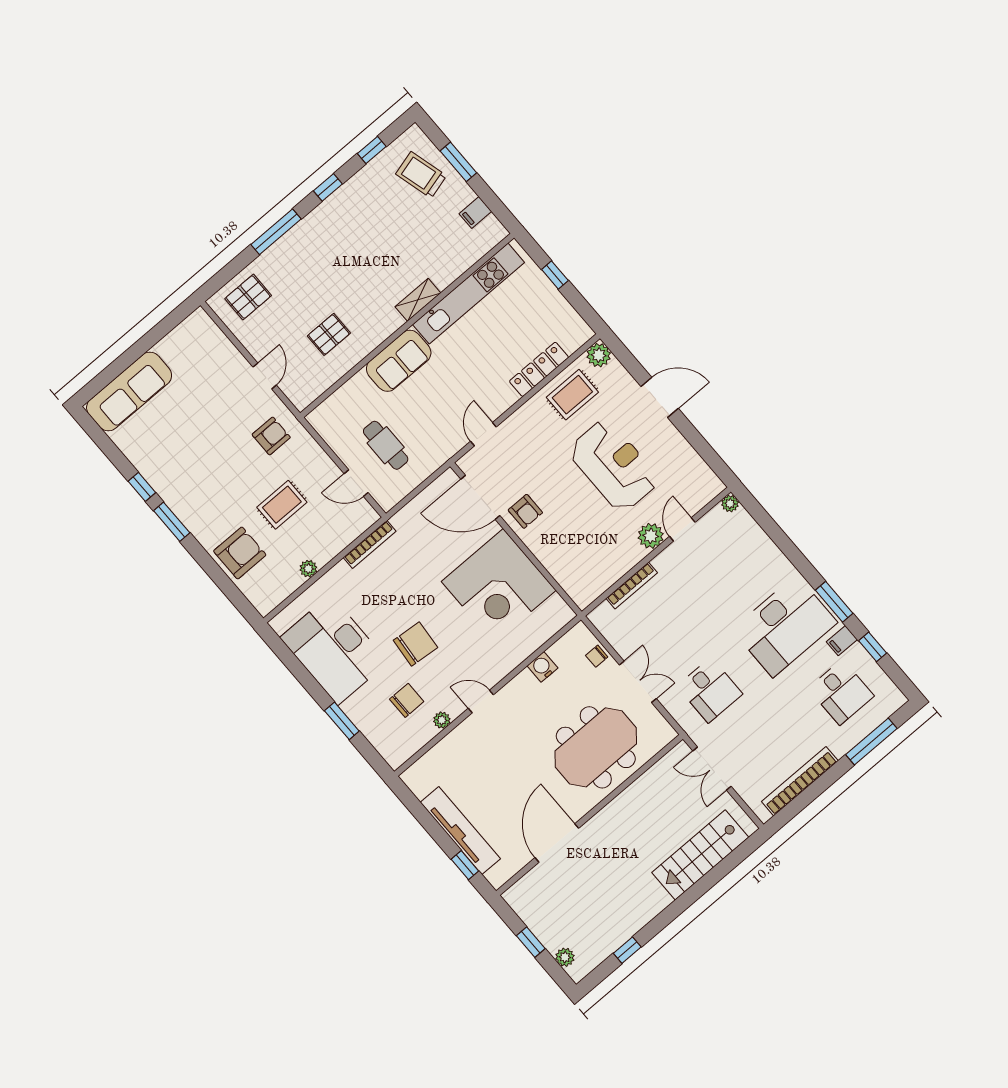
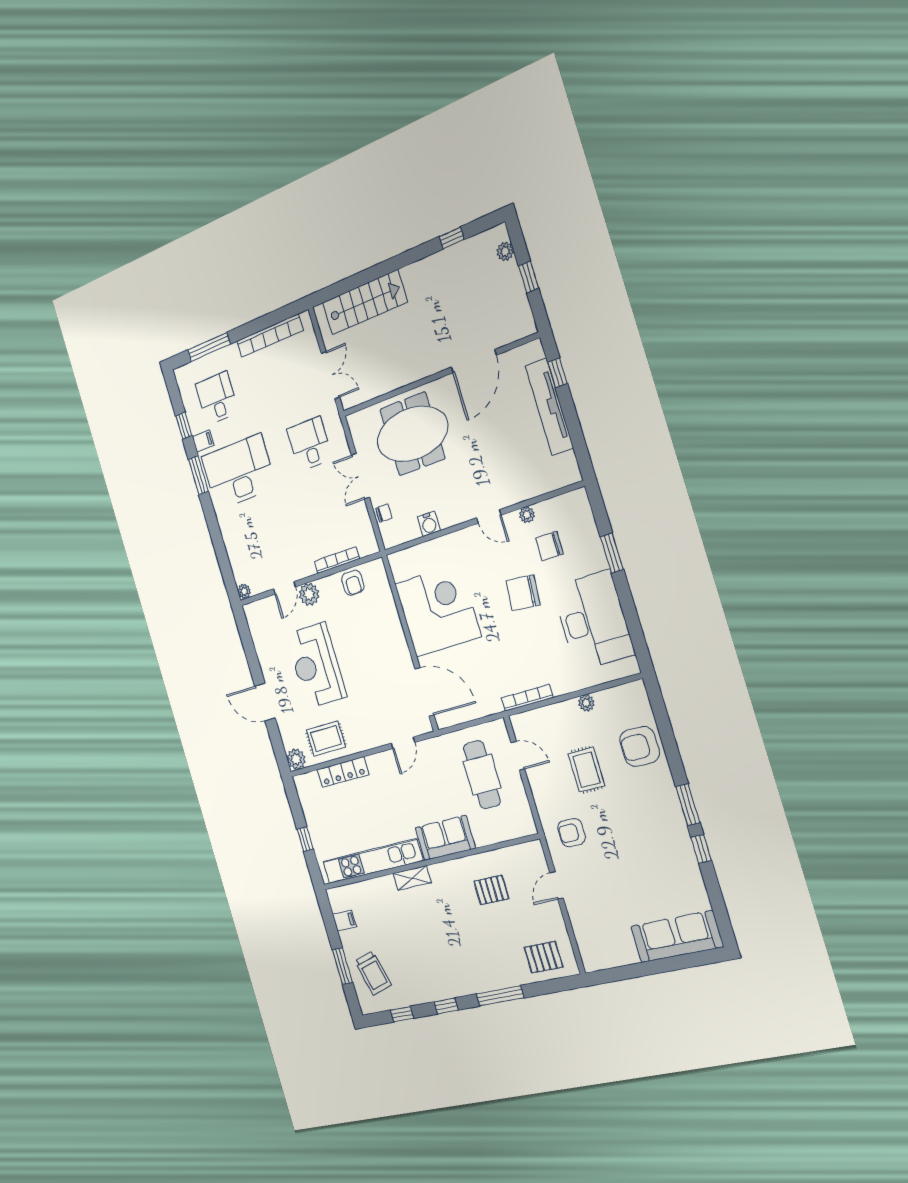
cafe table: (386, 445) -> (482, 775), width x1.37, depth x1.35
rug: (282, 505) -> (586, 770), turned 90
armchair: (525, 511) -> (353, 583), moved, turned 180

